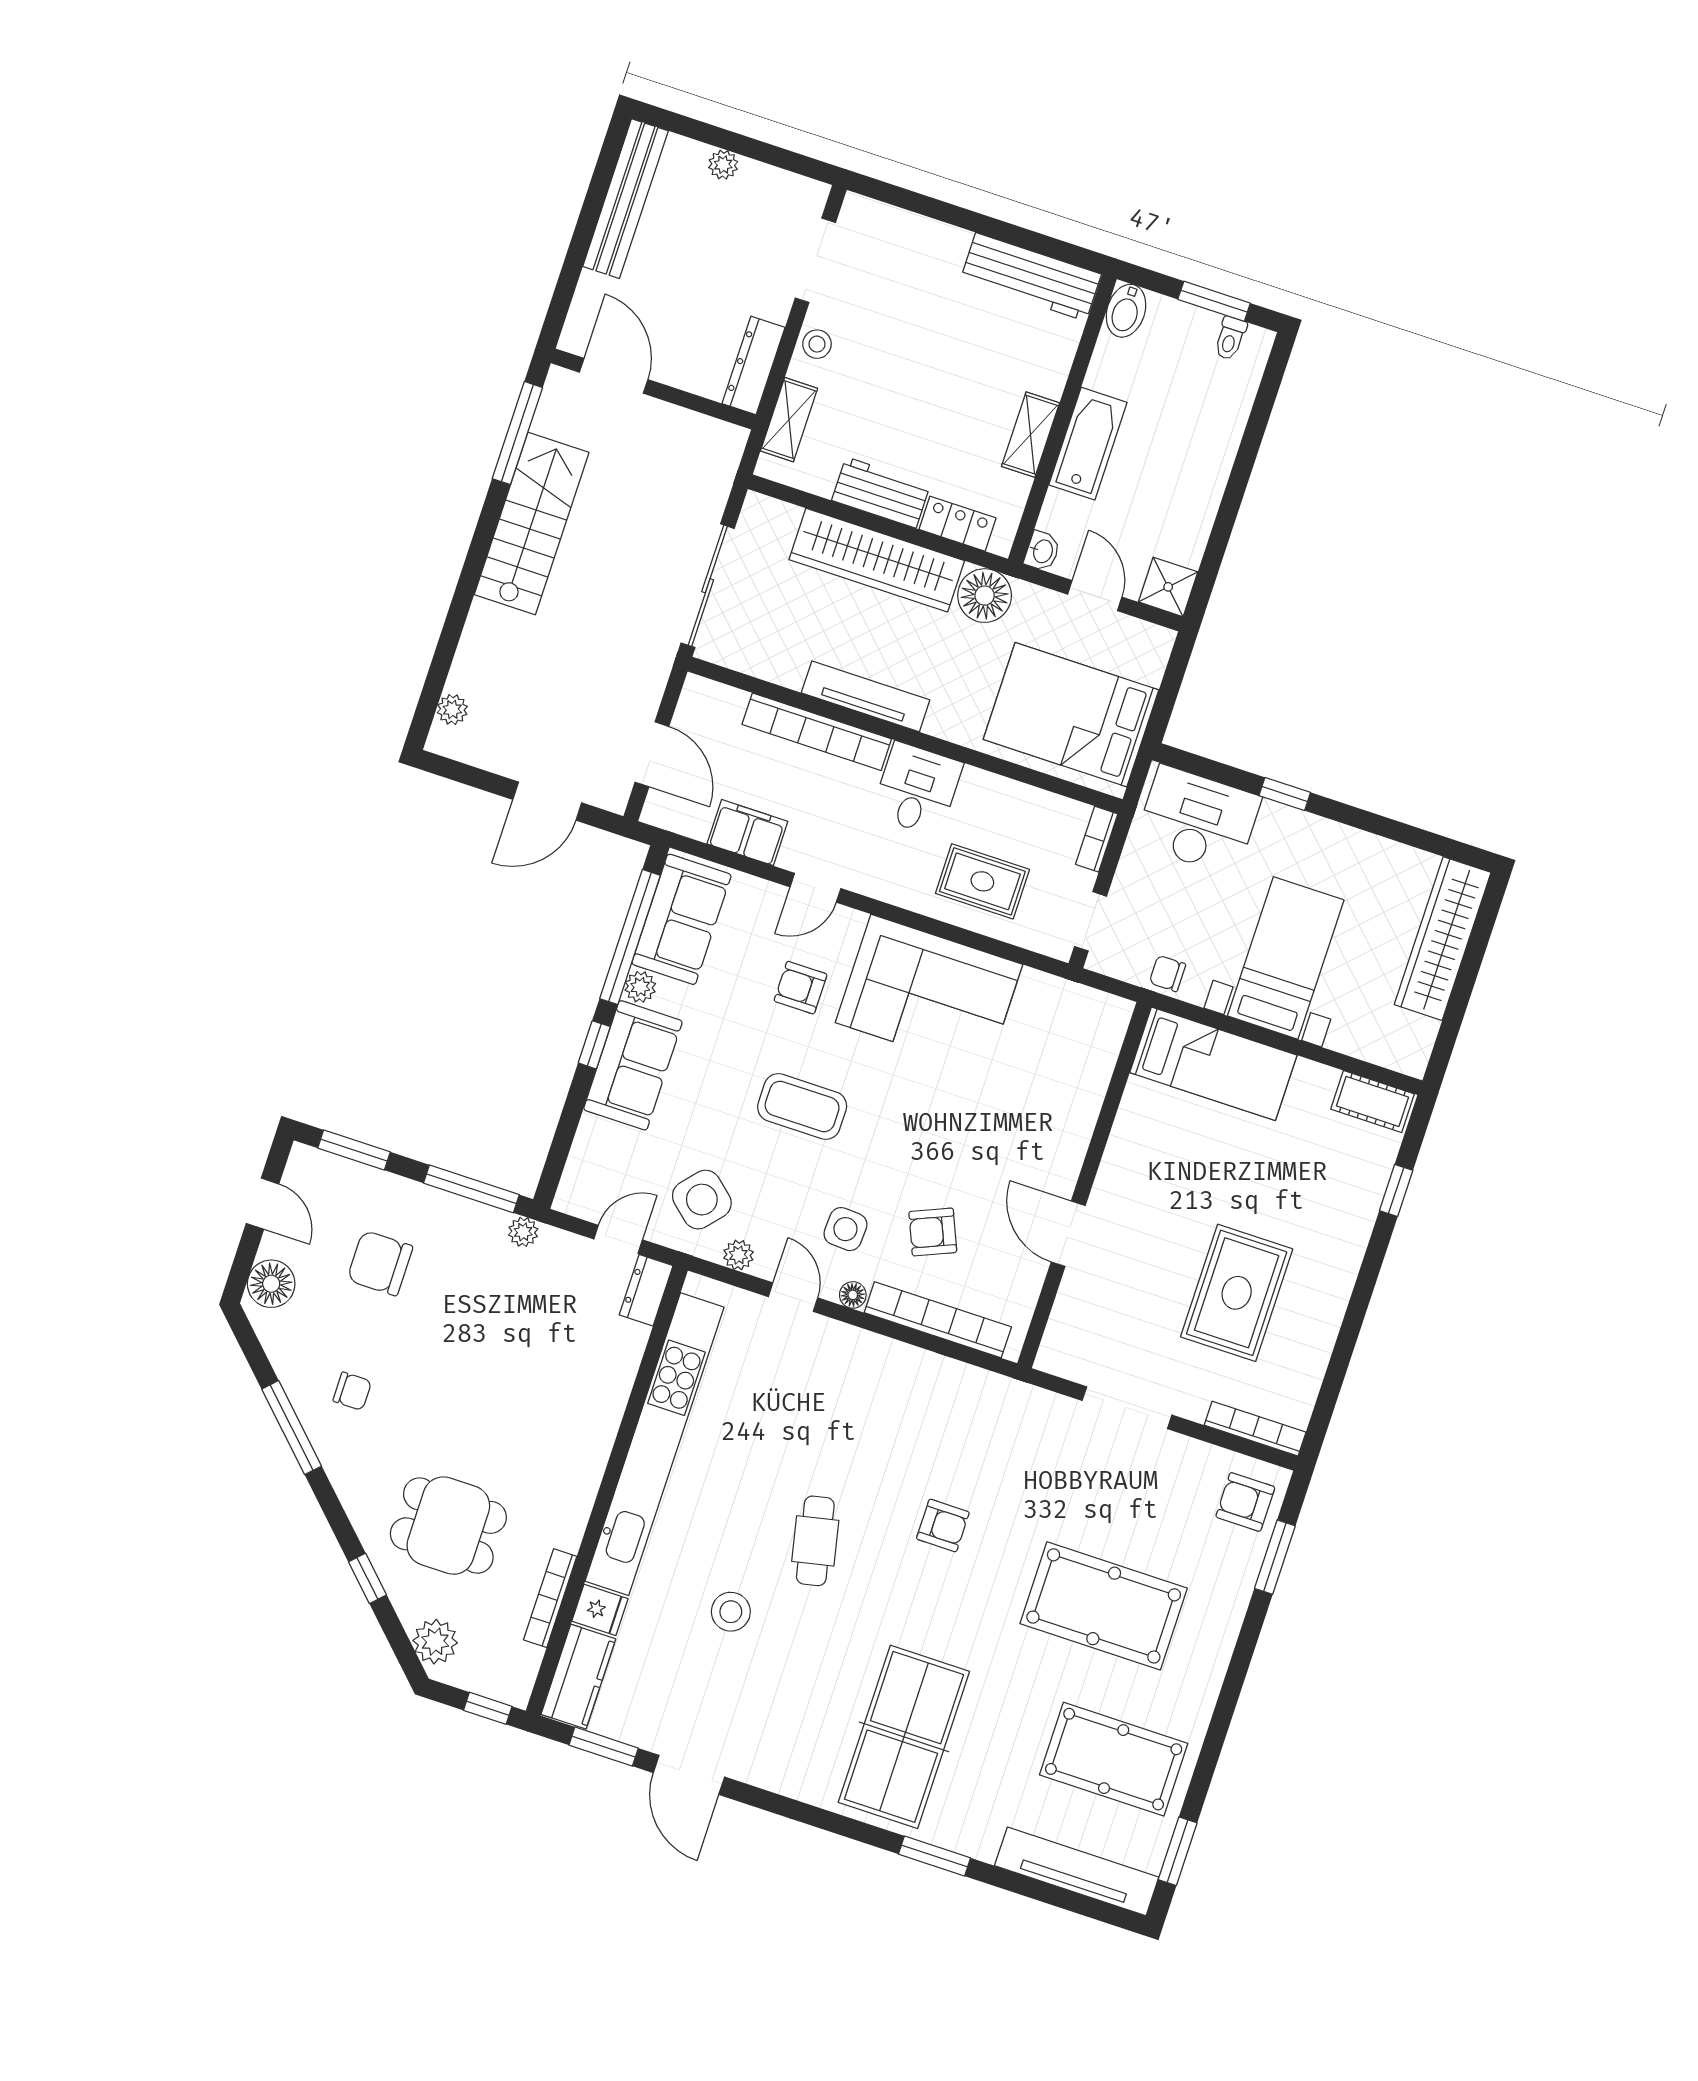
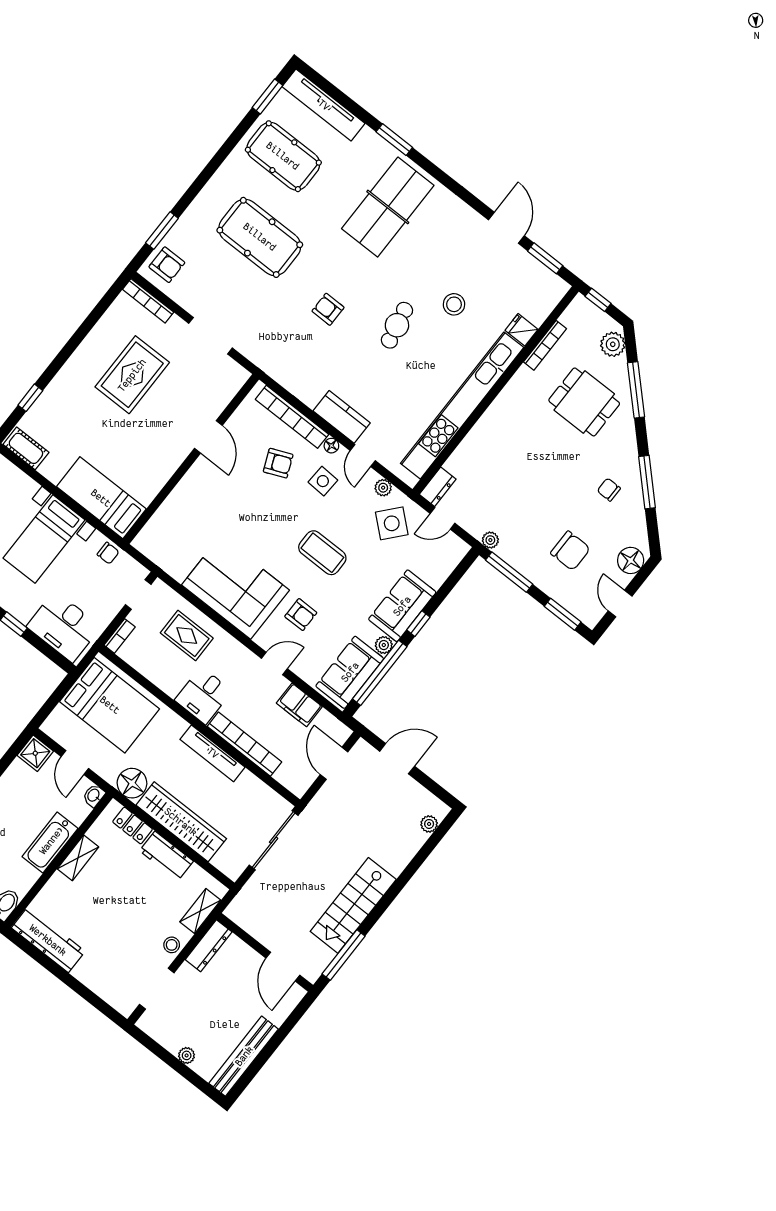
window: (367, 1578) -> (636, 390), width x2.17
kitchen counter: (578, 1677) -> (342, 417), moved, turned 90

